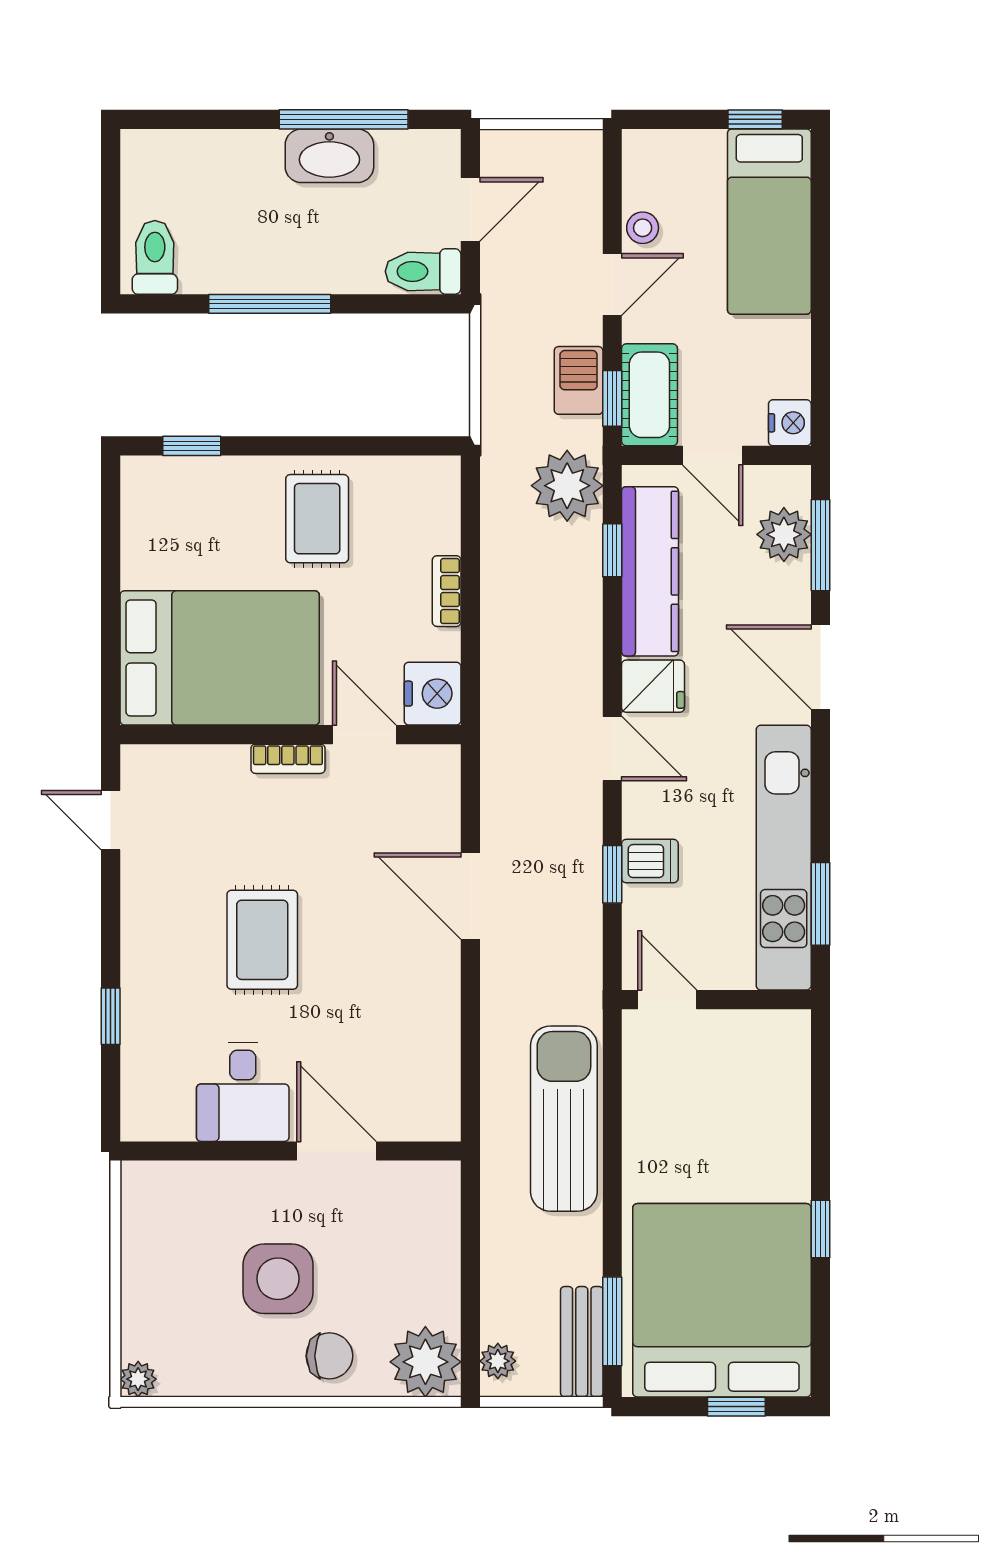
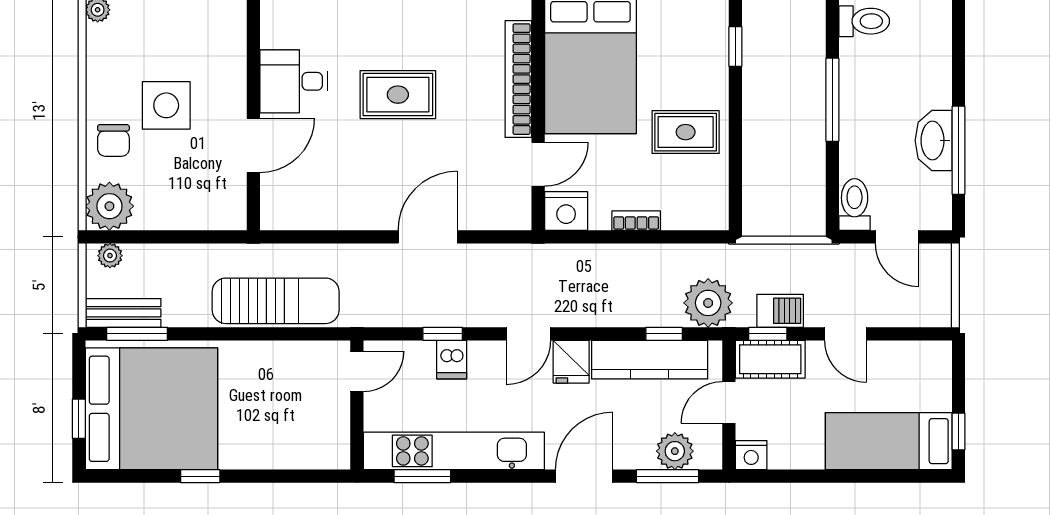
stool: (643, 228) -> (884, 355), removed
bookcase: (288, 759) -> (518, 79), width x2.31, depth x1.31

